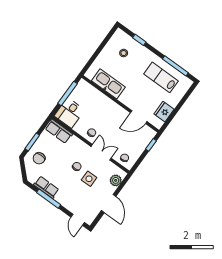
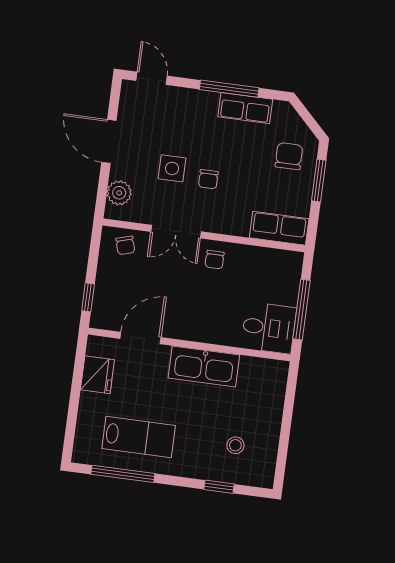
kitchen sink: (108, 84) -> (204, 366), moved
desk: (69, 113) -> (269, 328), moved, turned 90

